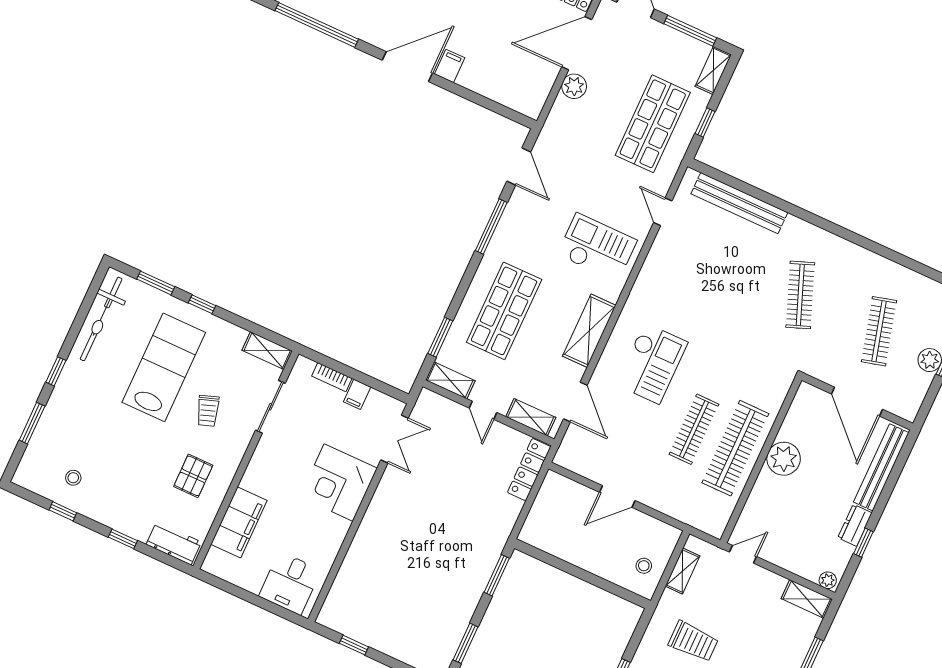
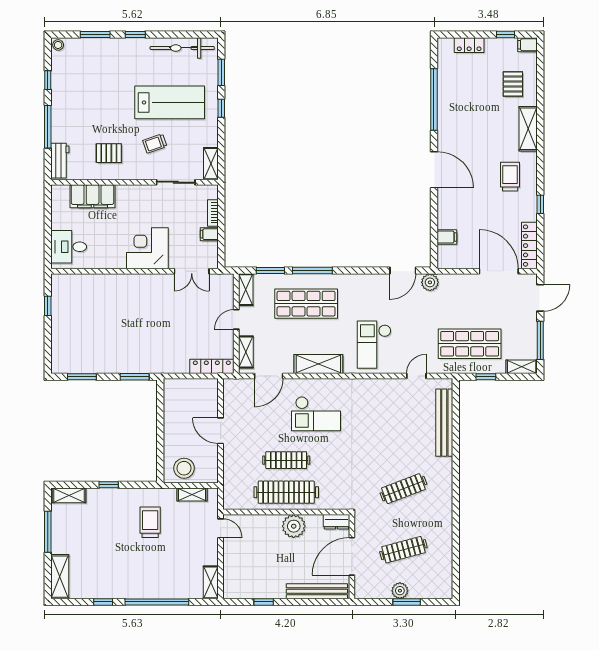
filing cabinet: (450, 66) -> (447, 237), moved
plant: (574, 86) -> (430, 282), moved
window: (491, 226) -> (312, 271), moved
checkout: (597, 247) -> (374, 345), turned 180
stool: (73, 478) -> (58, 45), moved
dresser: (855, 525) -> (336, 522), moved, turned 180
window: (123, 539) -> (48, 127), width x2.17
stool: (644, 566) -> (184, 468), width x1.89, depth x1.89
plant: (828, 580) -> (229, 590), removed
trolley: (693, 641) -> (150, 522), turned 180

